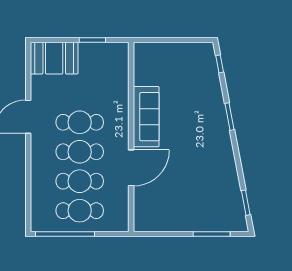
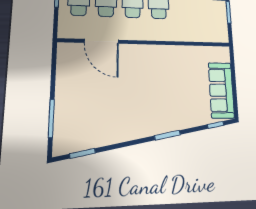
sofa: (146, 117) -> (221, 90), moved, turned 90
door: (131, 168) -> (101, 41), moved

